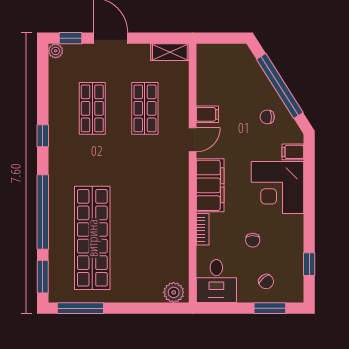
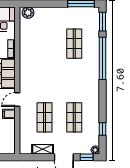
shelving: (170, 52) -> (43, 149), moved
window: (43, 136) -> (103, 129), moved
shop shelf: (92, 238) -> (74, 44), width x0.50, depth x0.74

